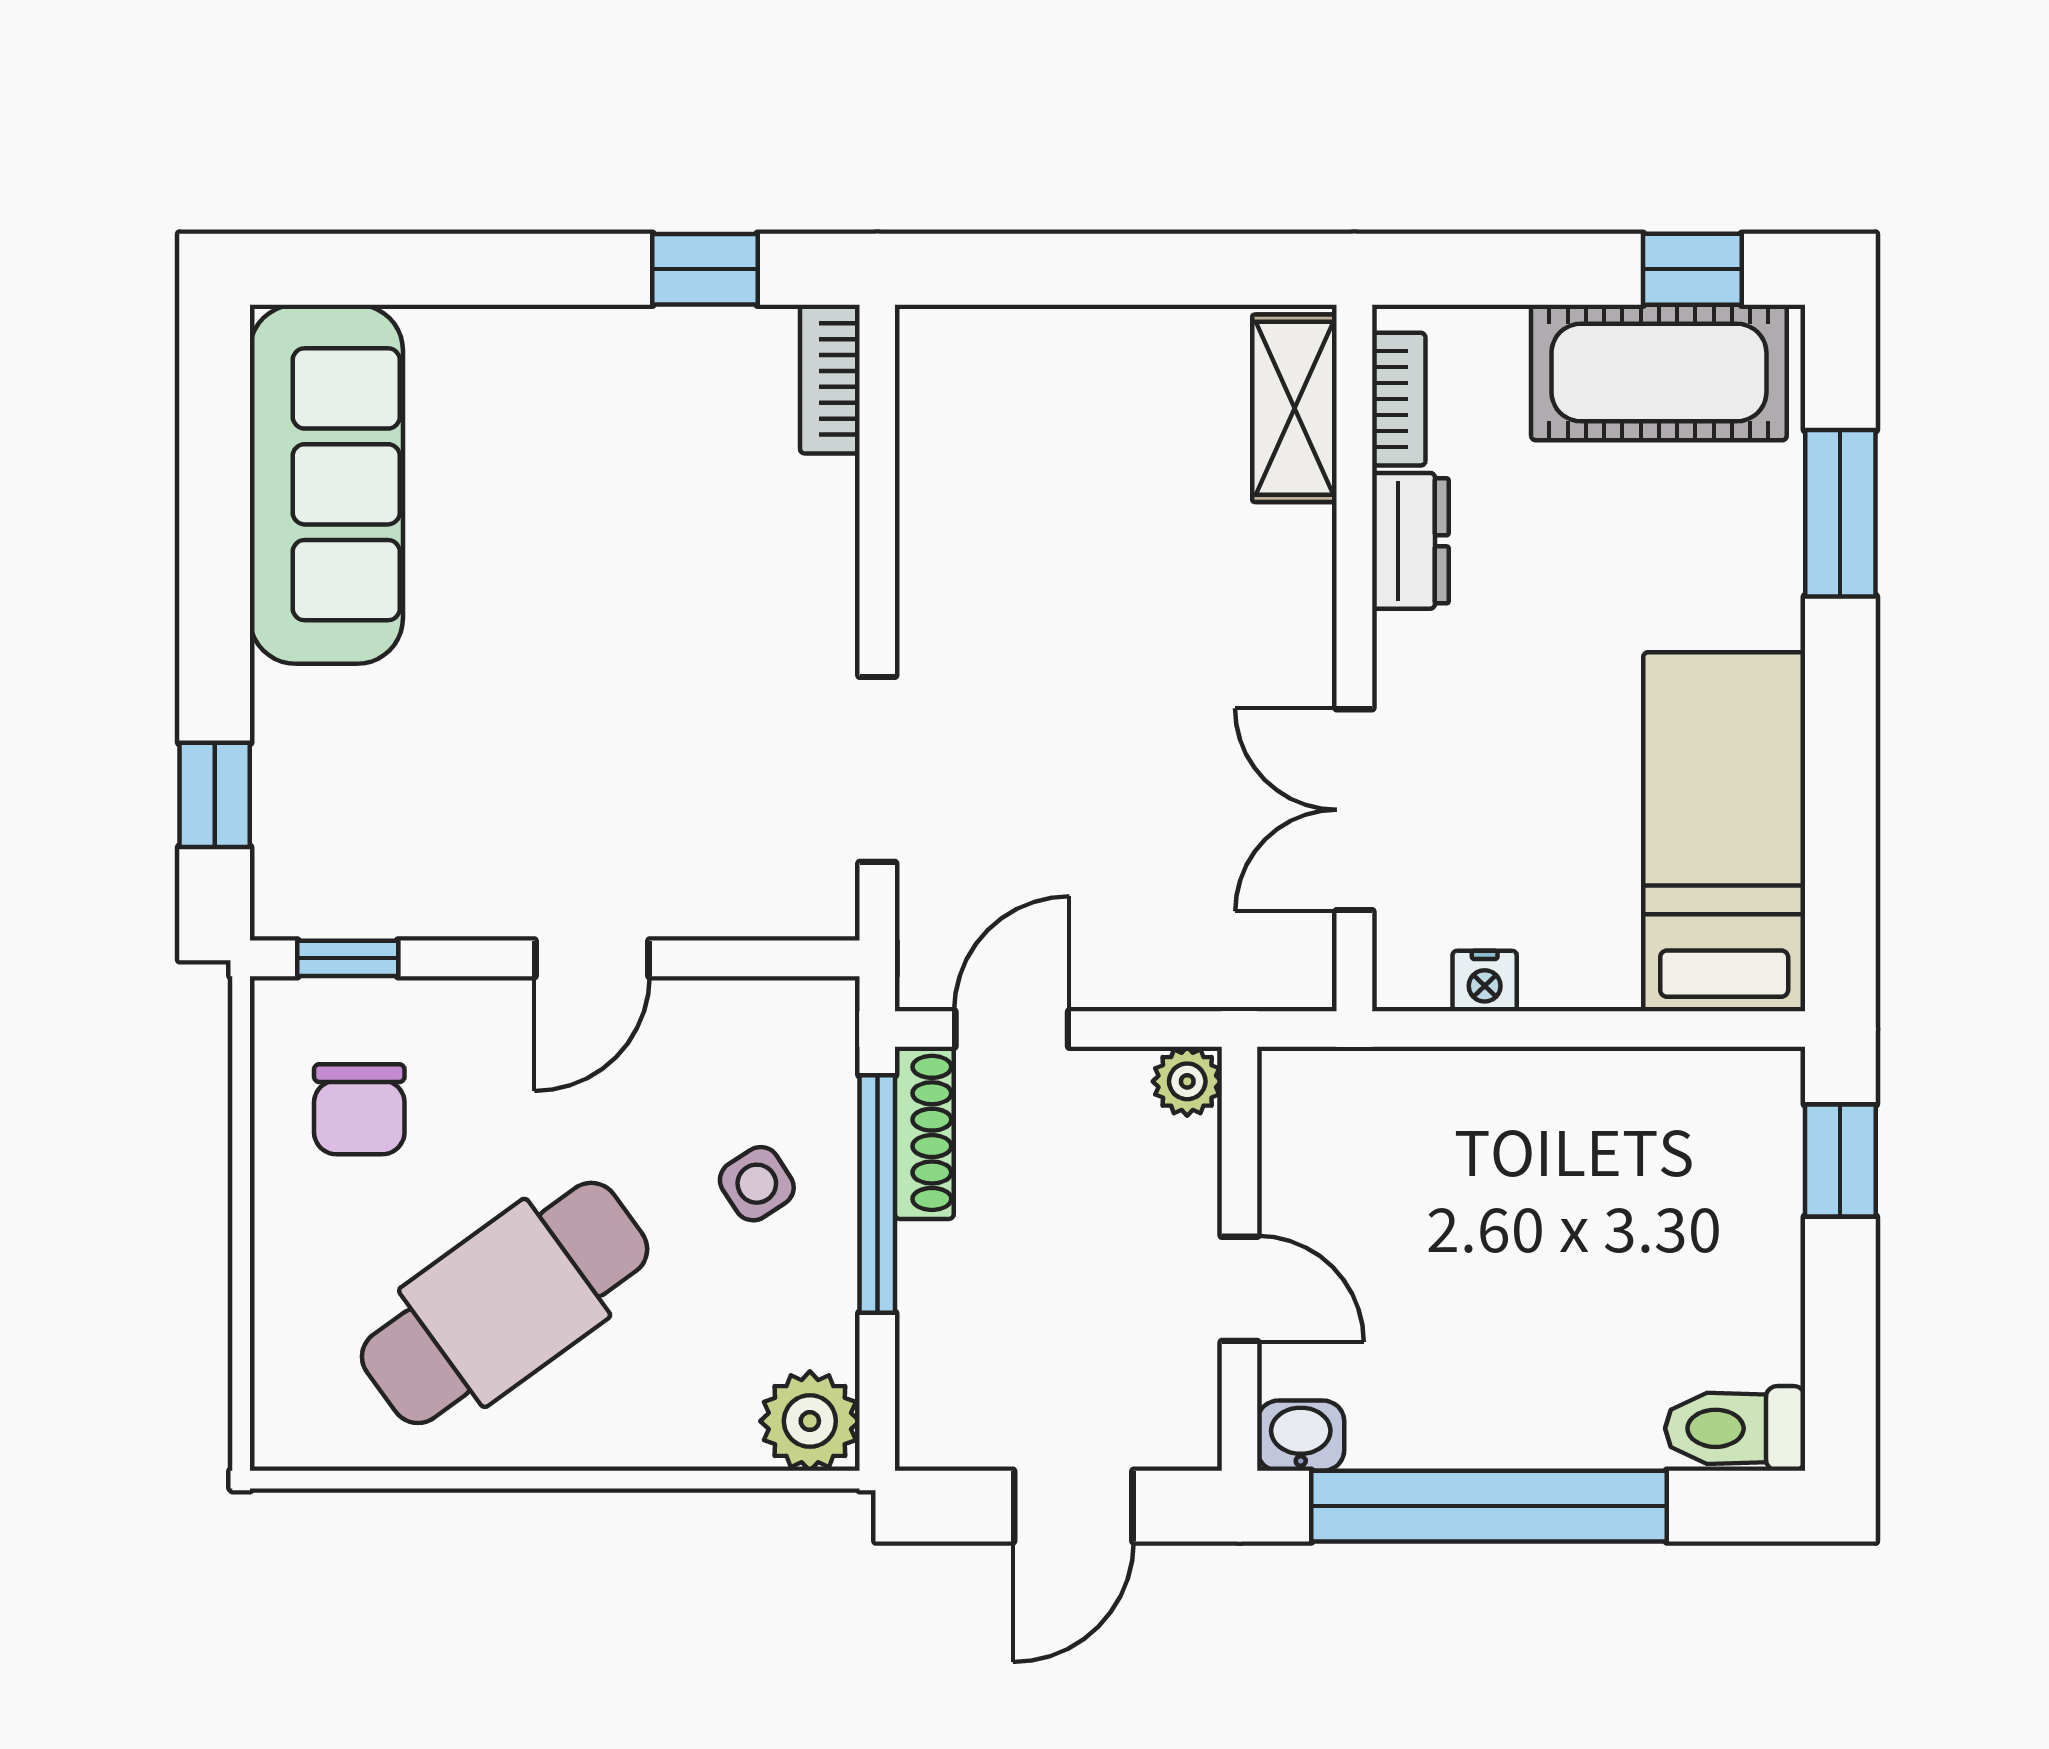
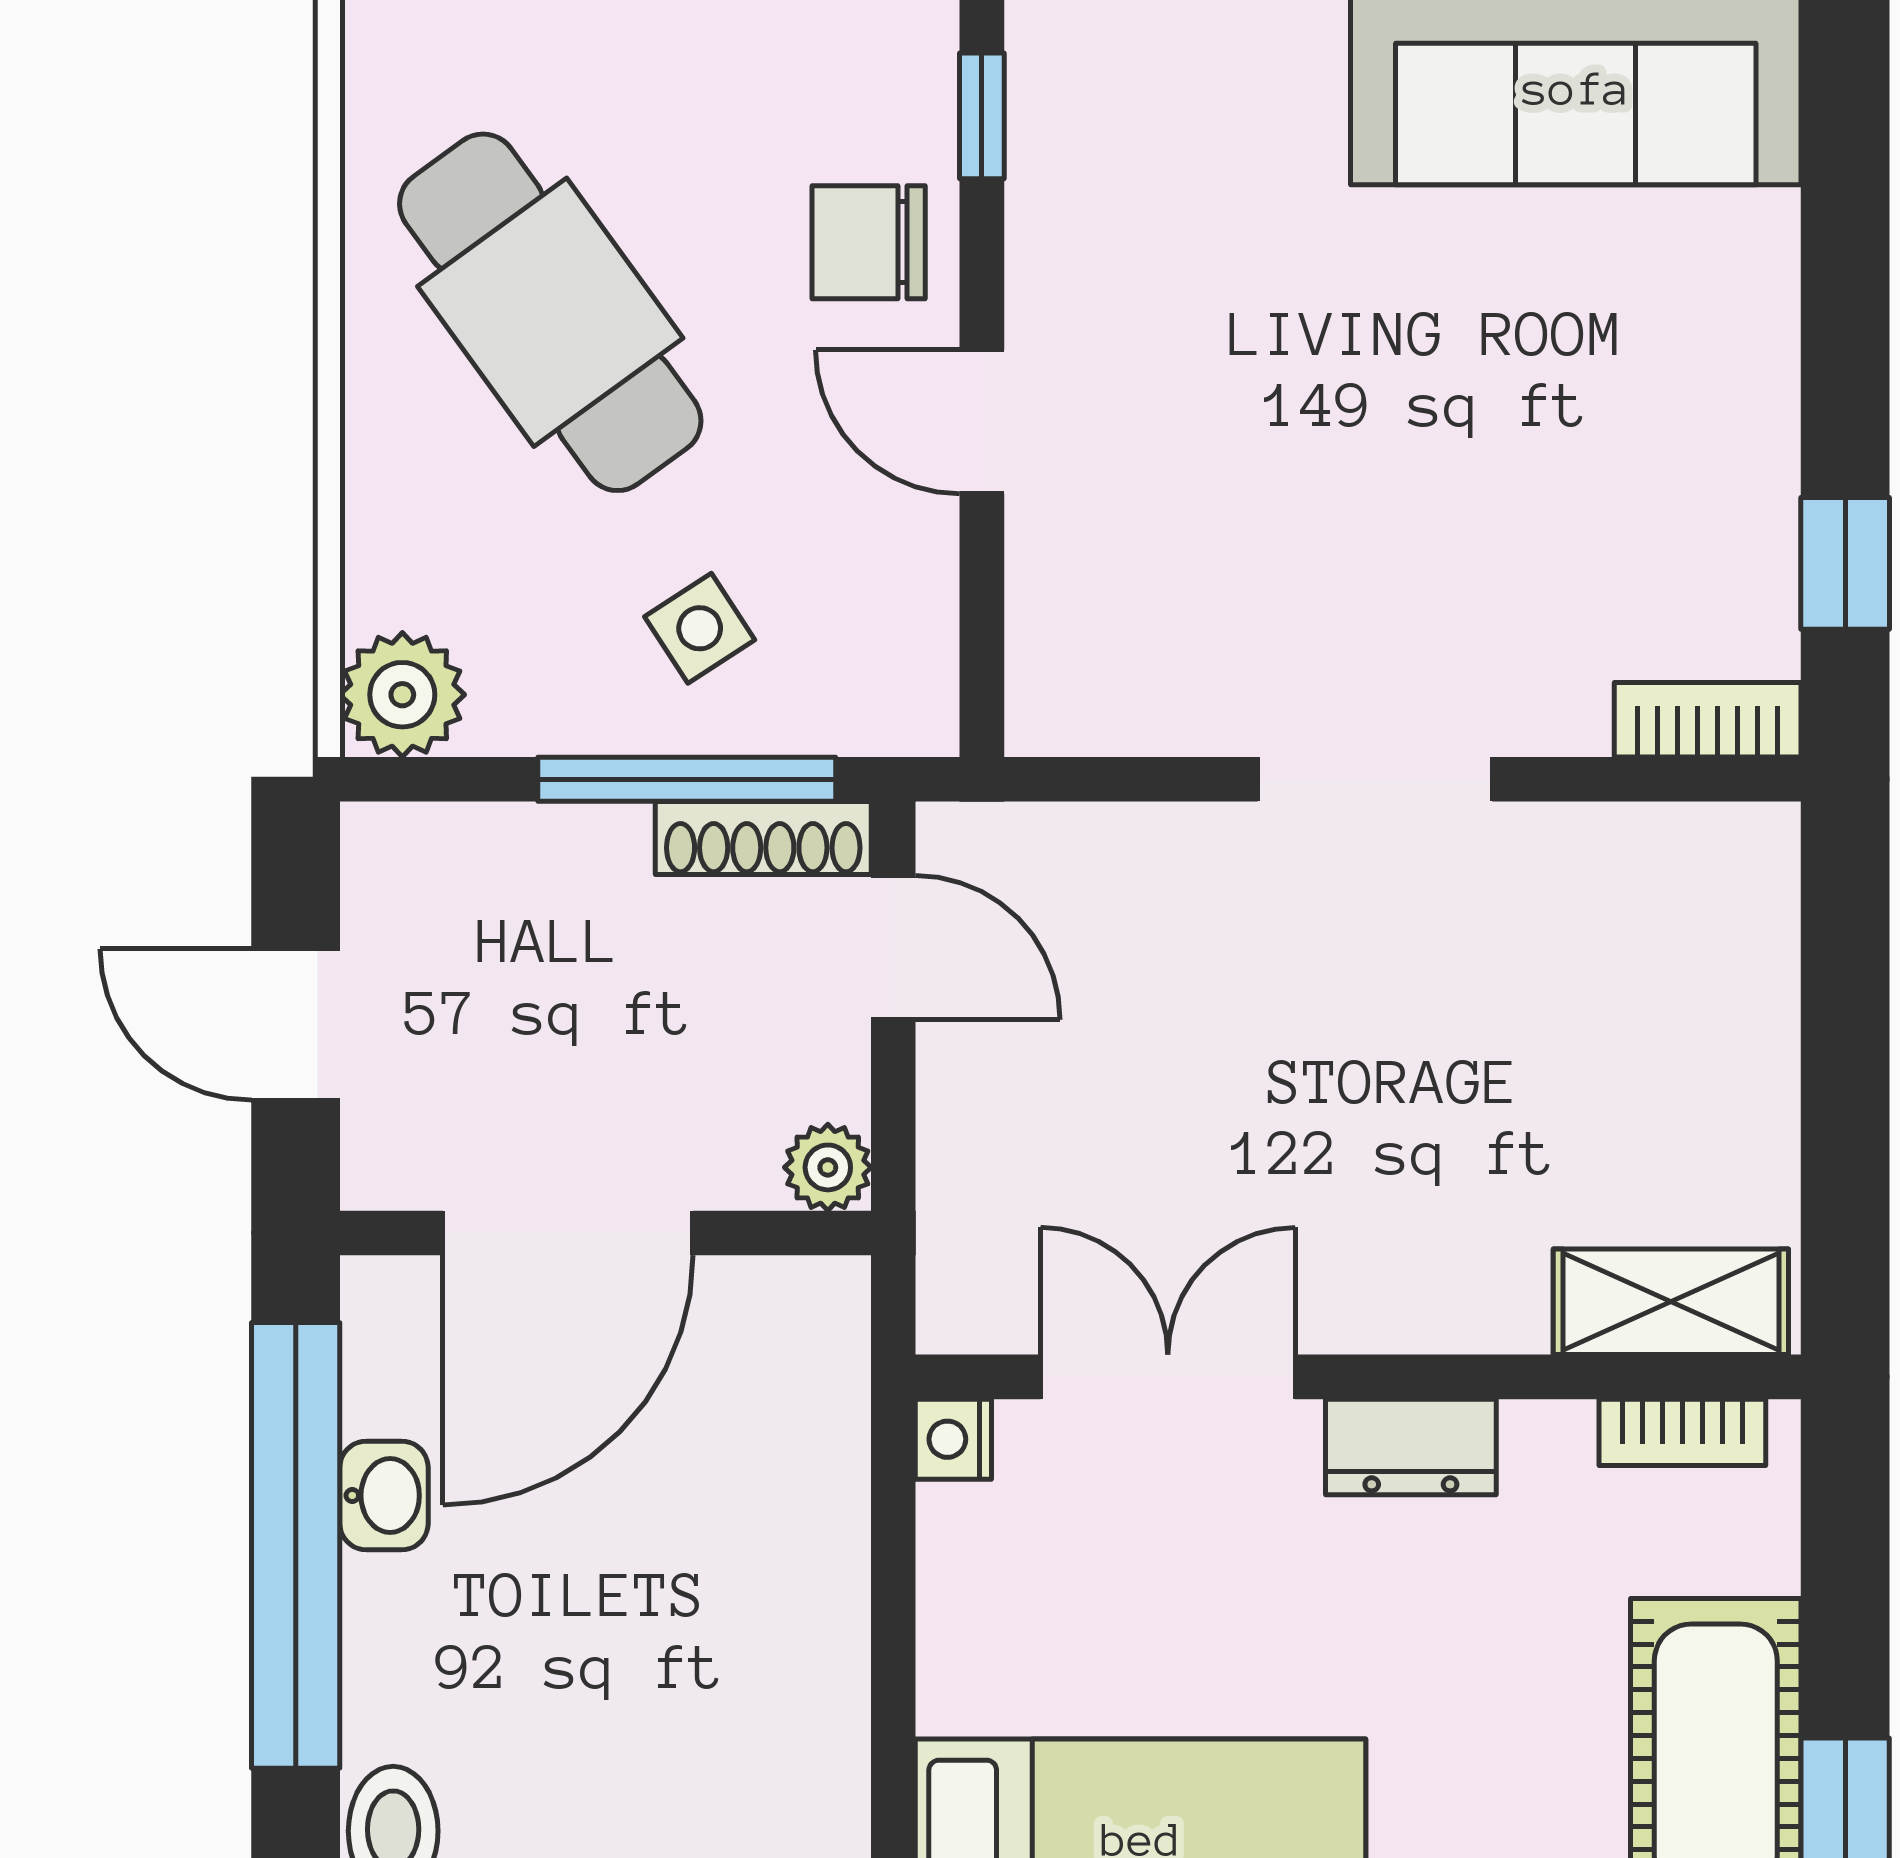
dresser: (1410, 541) -> (1411, 1447), moved
doorway: (877, 769) -> (1375, 779), moved
nightstand: (1485, 981) -> (953, 1439), moved
chair: (359, 1109) -> (869, 242), moved
door: (1240, 1289) -> (568, 1233), width x1.88
washbasin: (1301, 1436) -> (384, 1496), moved

